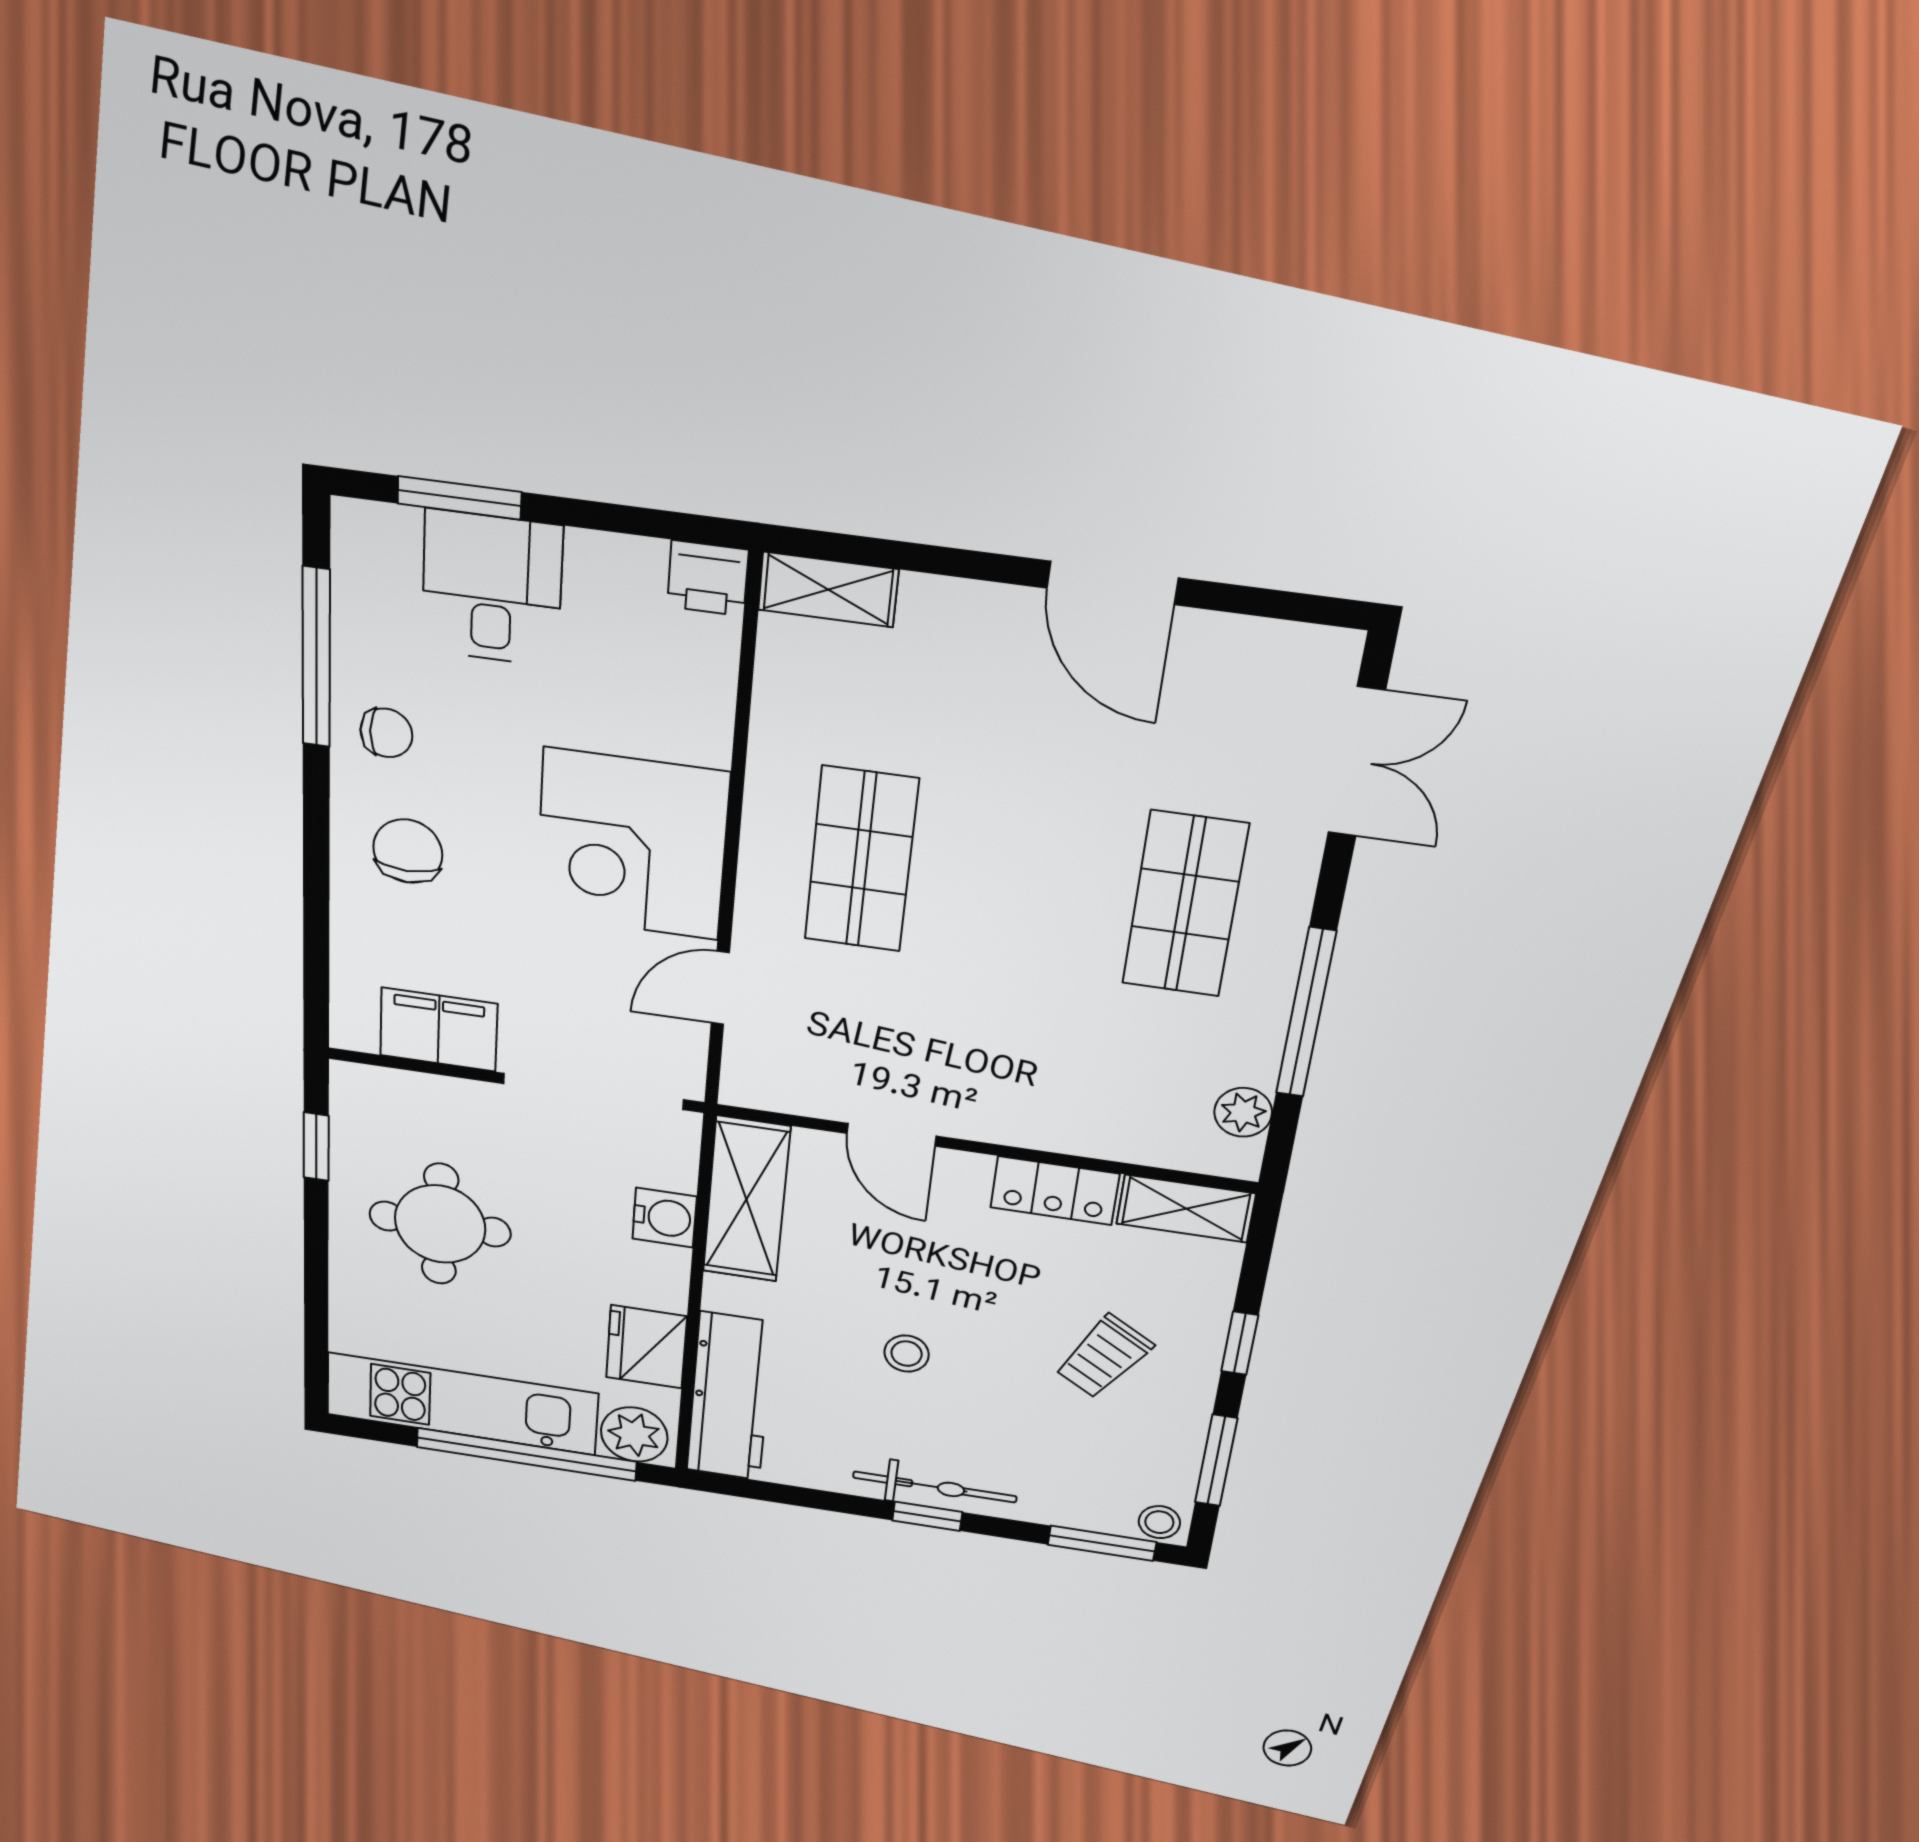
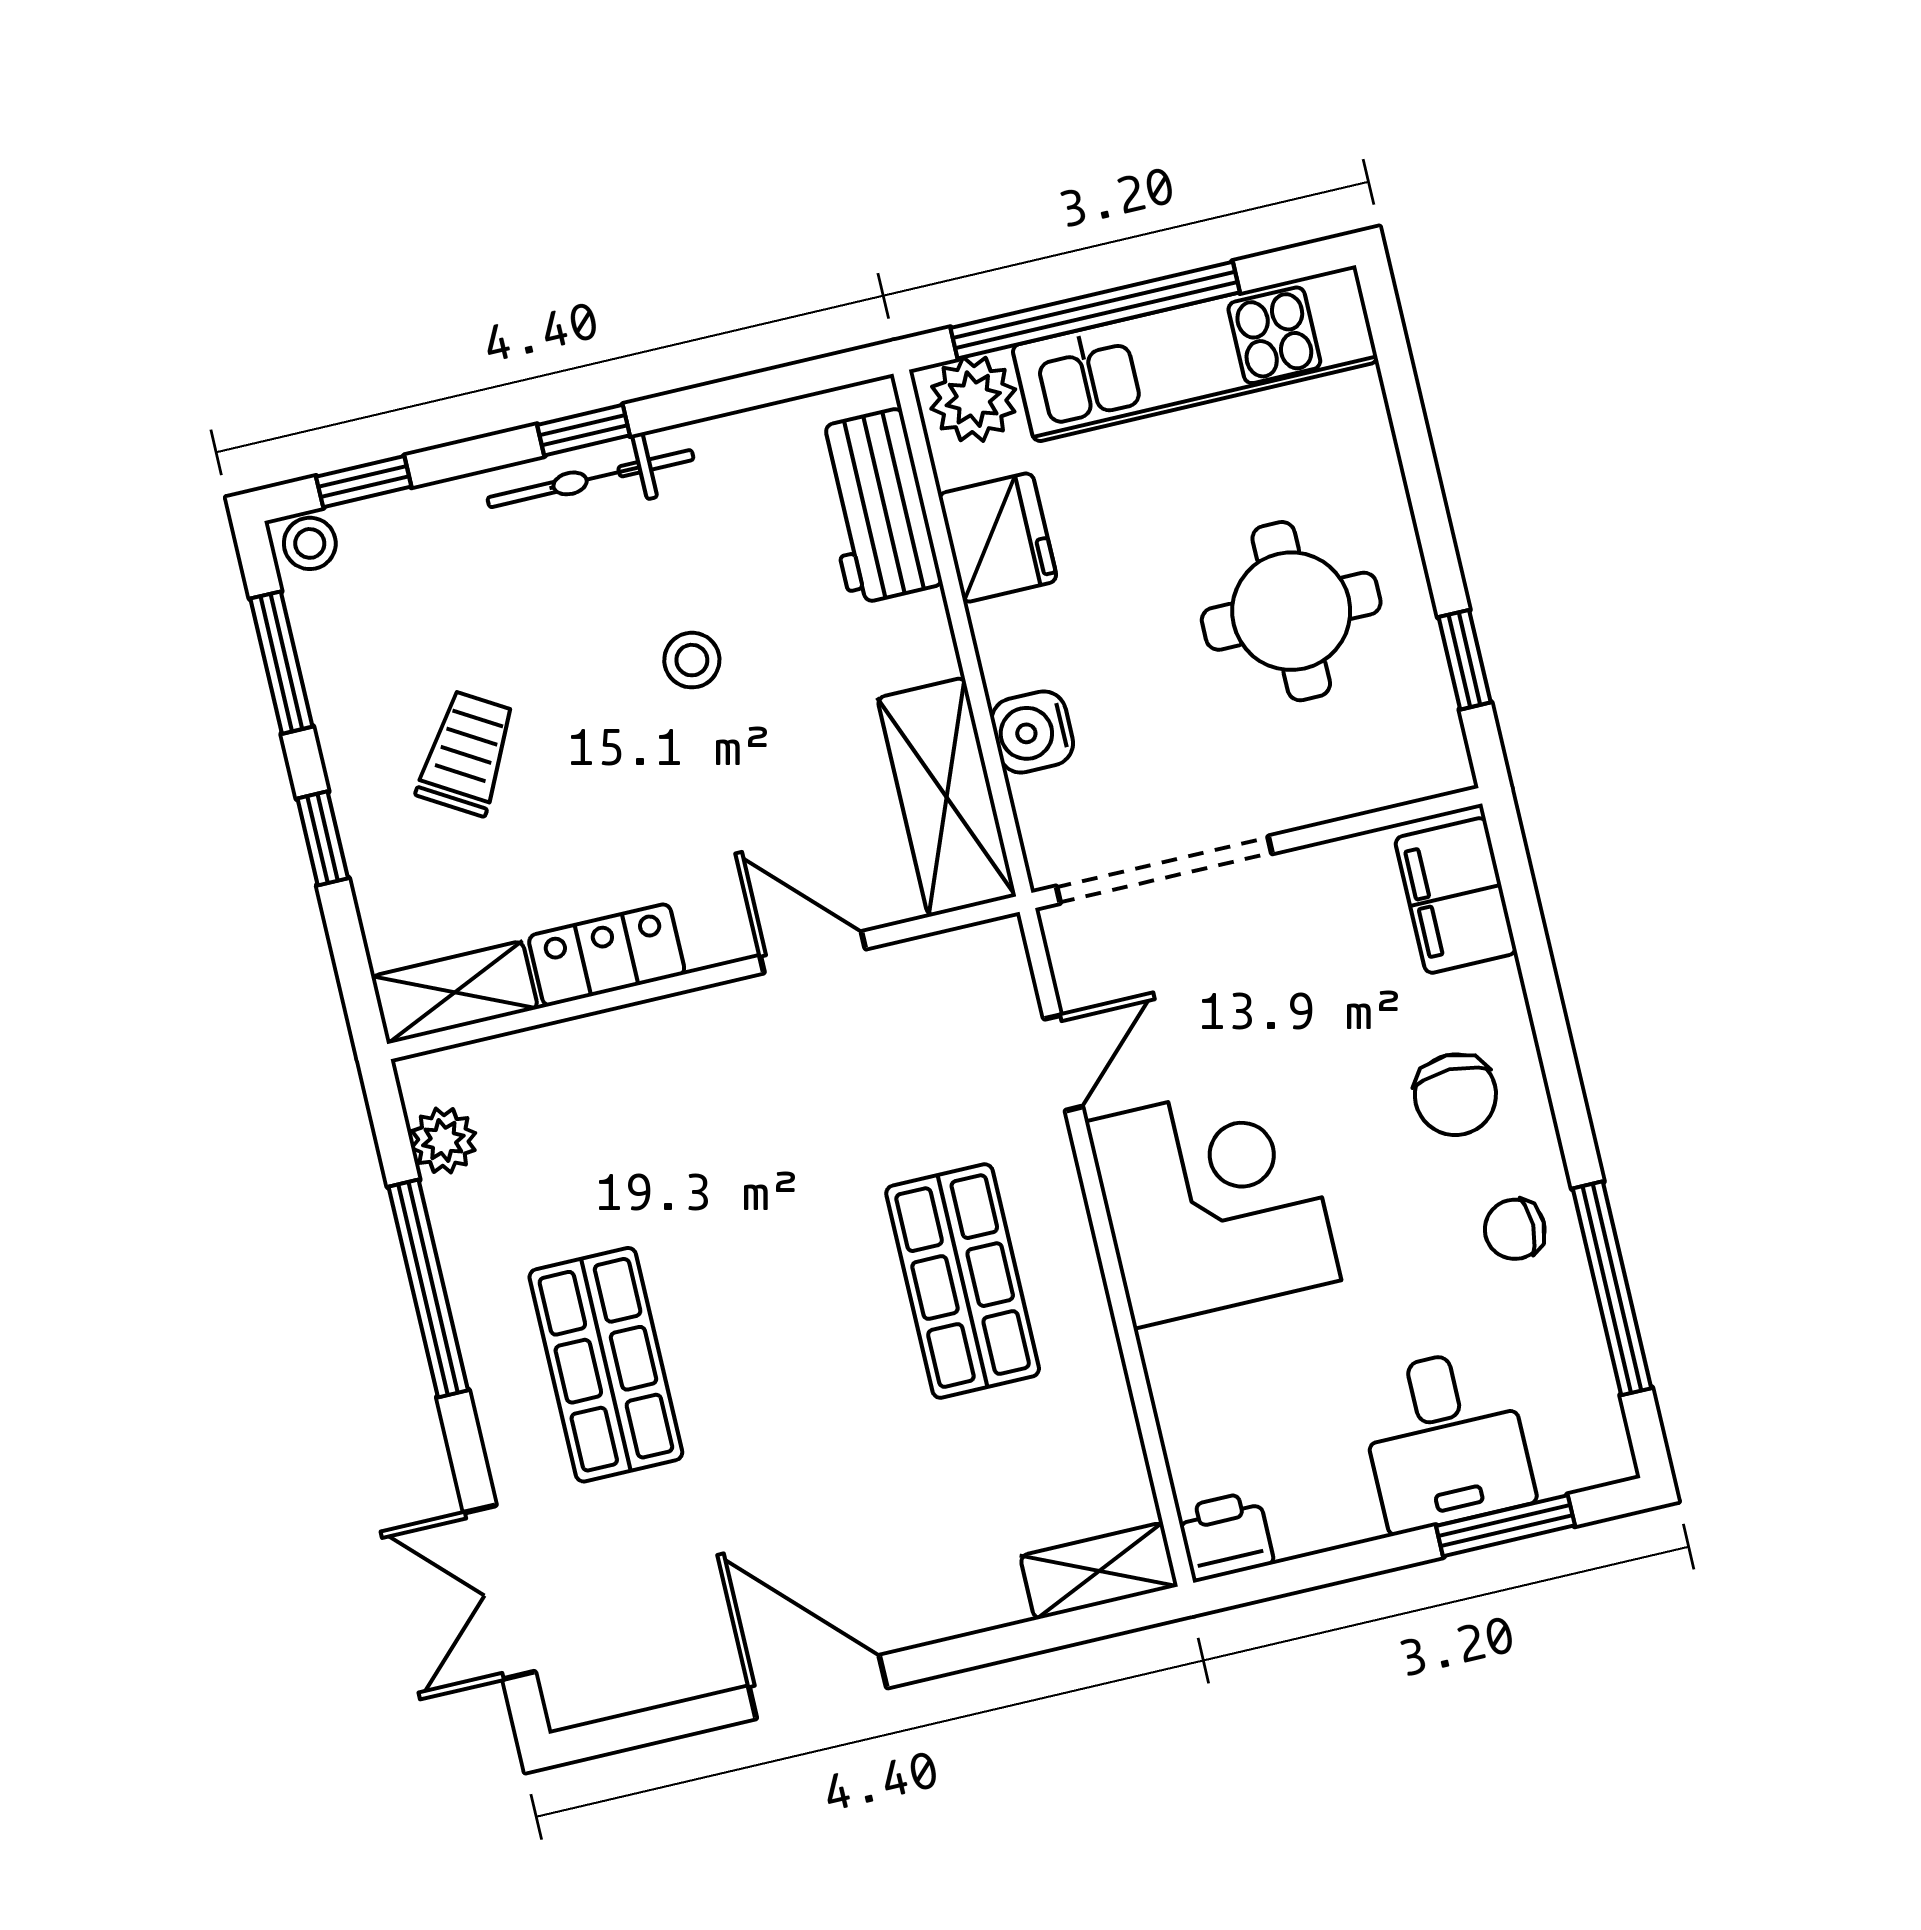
filing cabinet: (439, 1030) -> (1456, 896), moved, turned 90
workbench: (730, 1397) -> (876, 507), width x0.73
window: (1102, 1543) -> (364, 482), width x0.67

